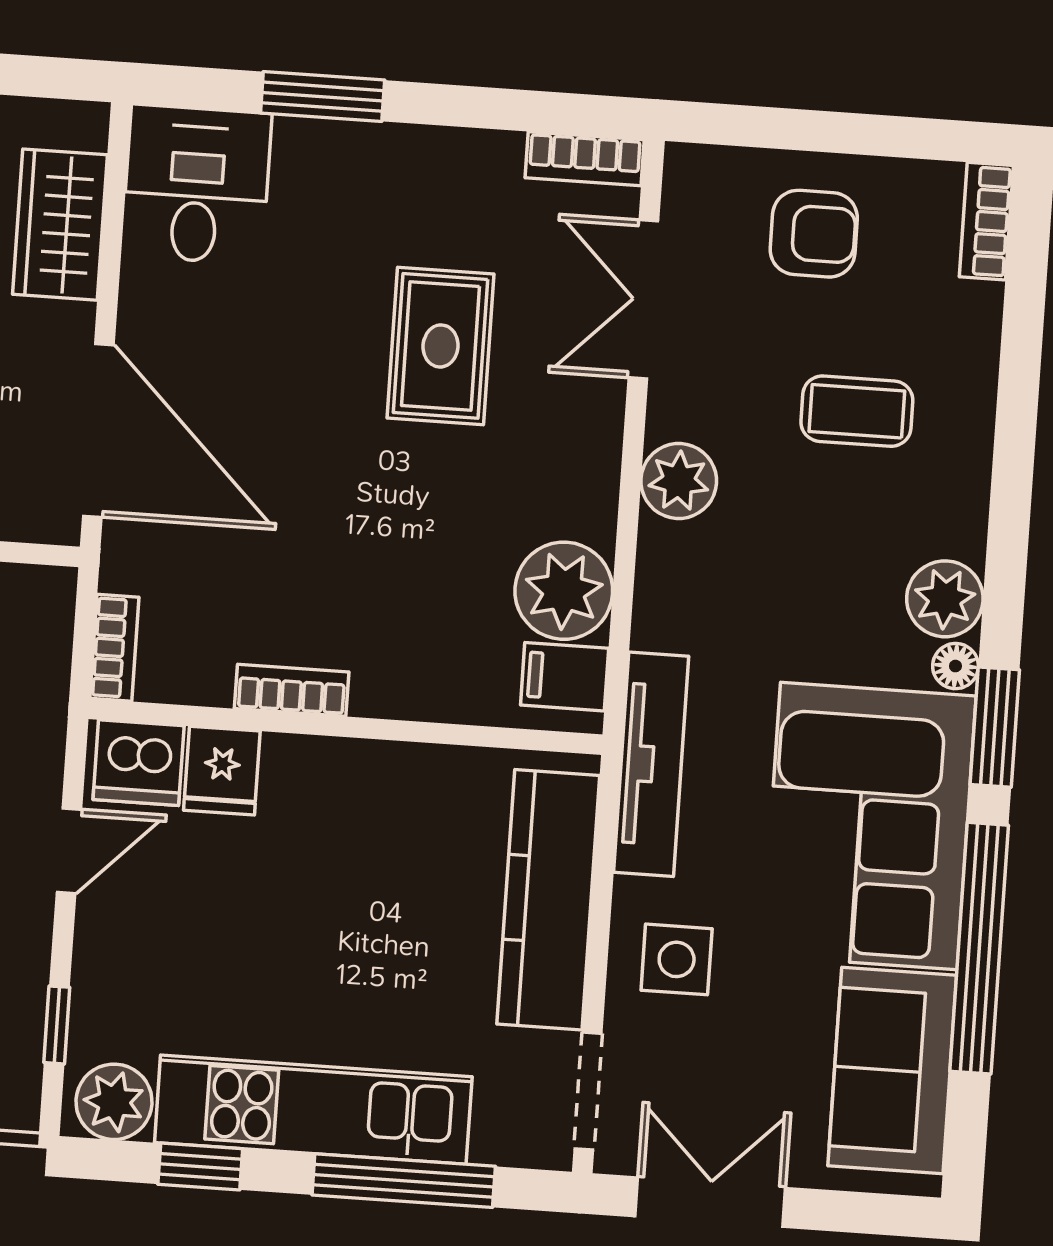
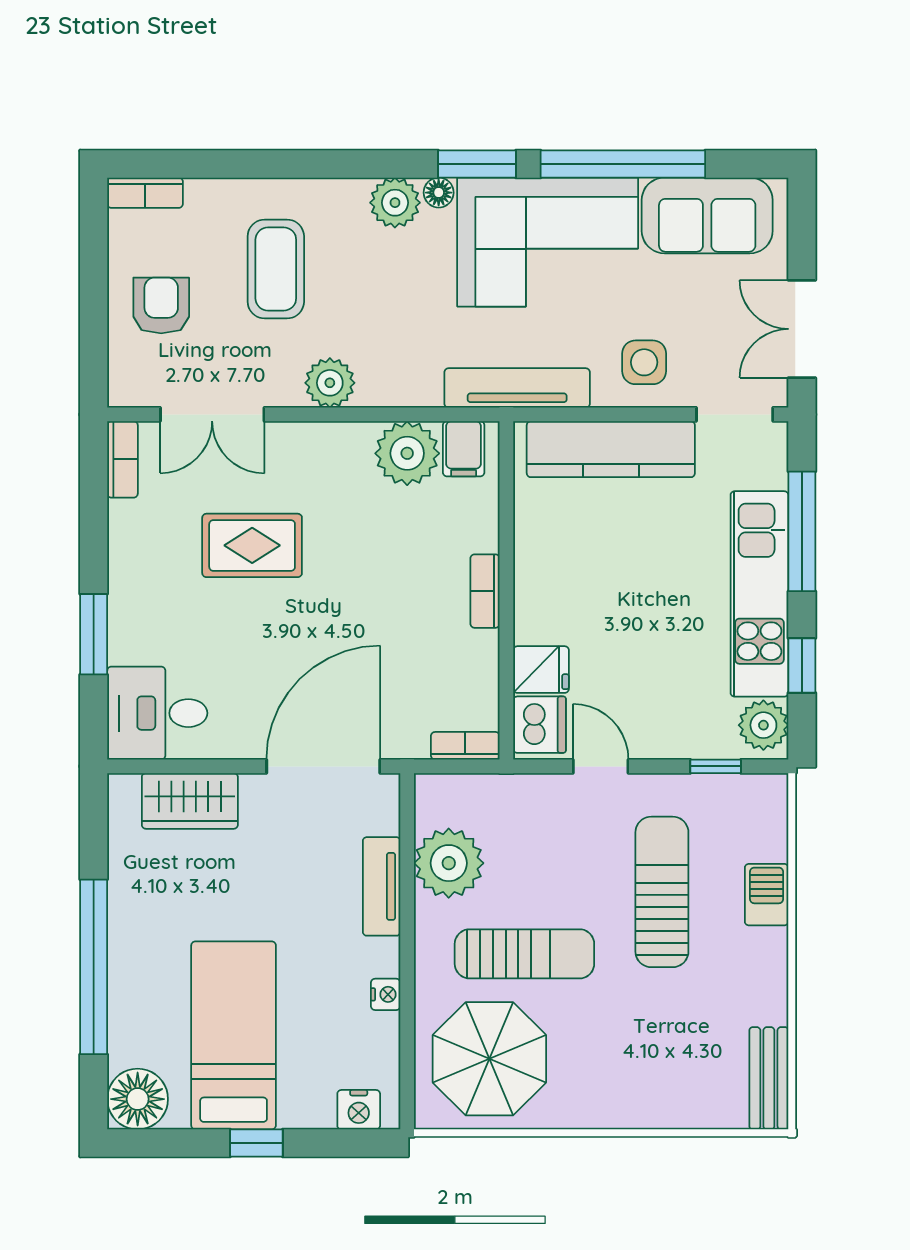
coffee table: (857, 411) -> (276, 269), width x1.36, depth x1.30
bookcase: (292, 690) -> (485, 591), moved

